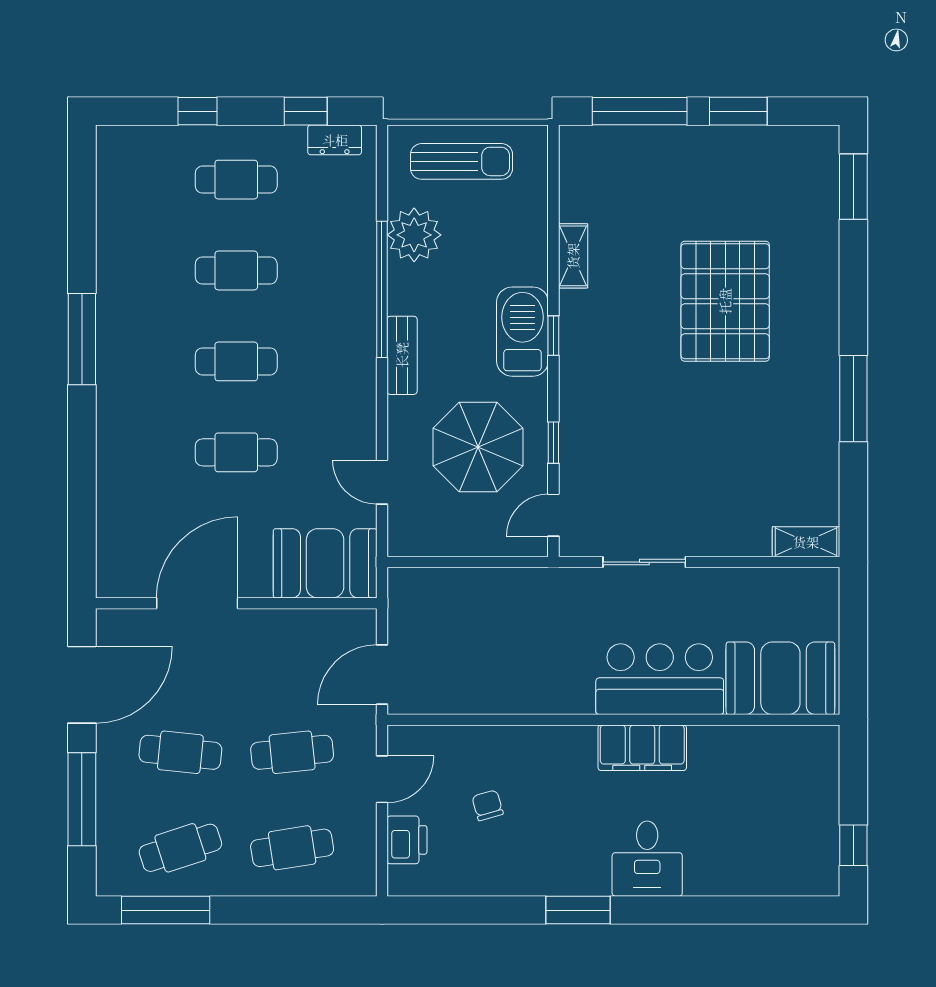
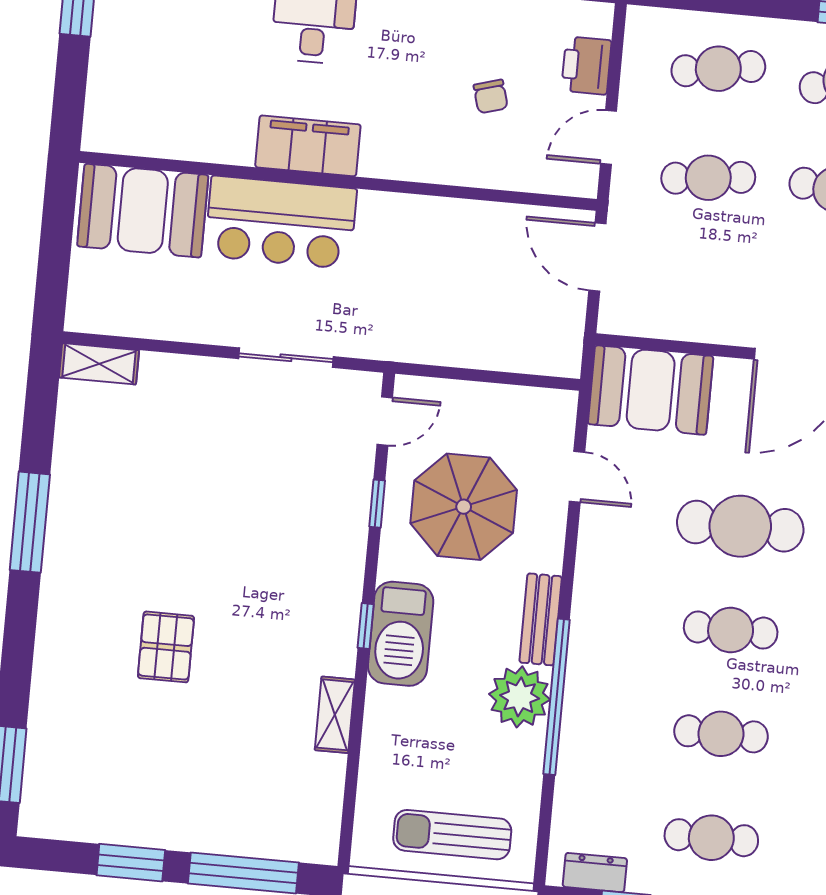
plant: (414, 235) -> (520, 697), moved
pallet: (725, 301) -> (166, 647), width x0.49, depth x0.50
cafe table: (236, 452) -> (740, 526), width x1.37, depth x1.35
door: (382, 675) -> (597, 257), swing flipped

